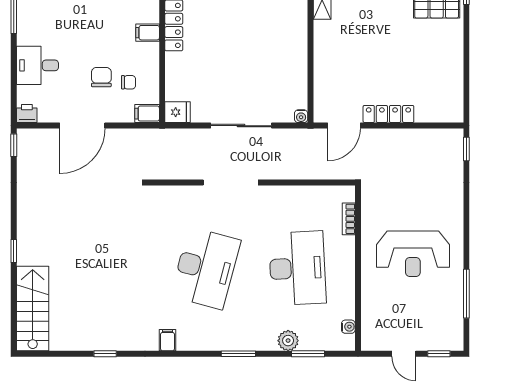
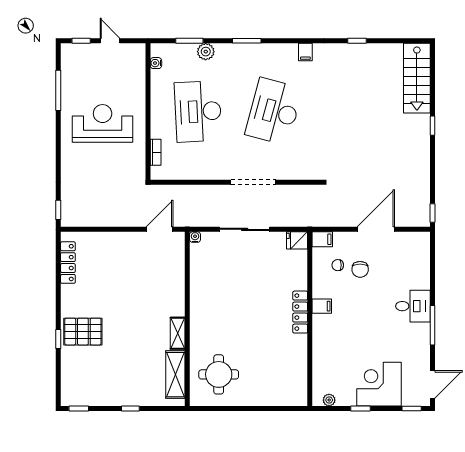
desk: (37, 65) -> (413, 306), moved
printer: (27, 113) -> (422, 239), removed
locker: (388, 114) -> (68, 263), moved, turned -90

